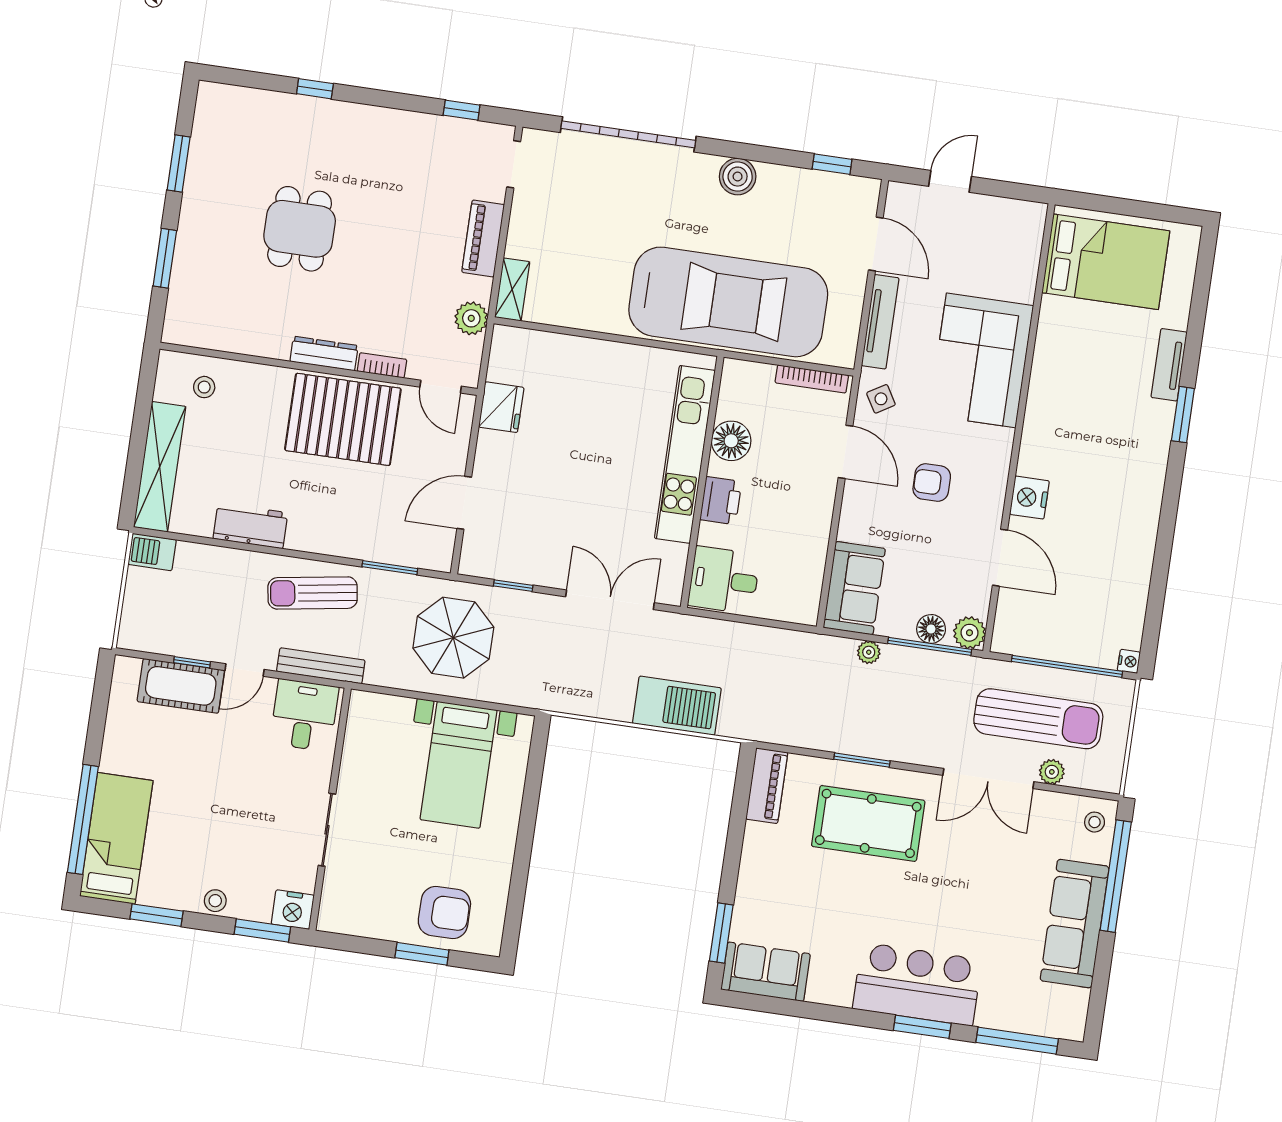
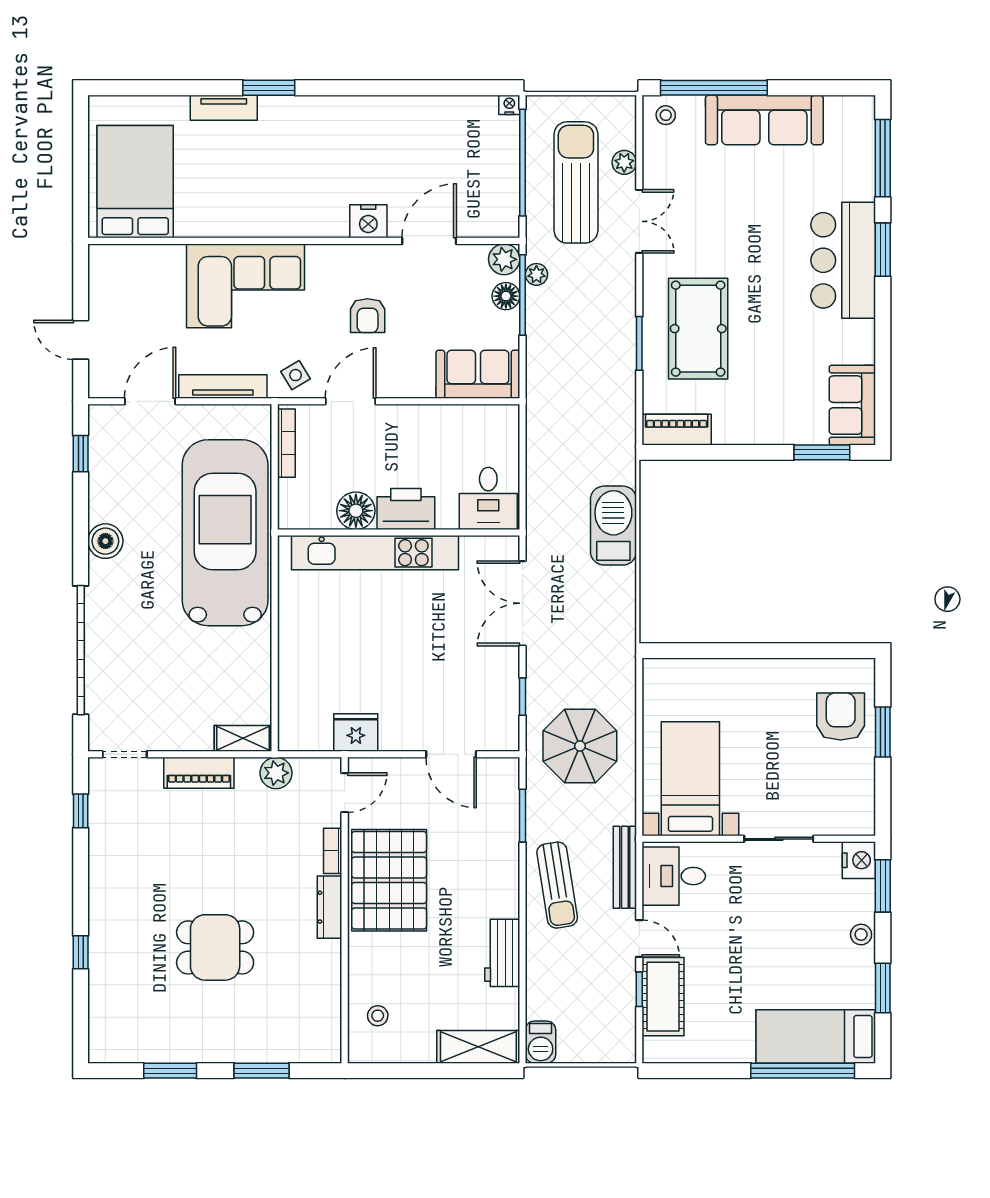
shelving: (160, 467) -> (478, 1047), width x0.68
printer: (721, 501) -> (406, 509), width x1.37, depth x1.19
plant: (869, 652) -> (536, 274), moved
bed with nightstands: (459, 765) -> (690, 779), moved, turned -90
double door: (988, 779) -> (639, 221), width x0.73

